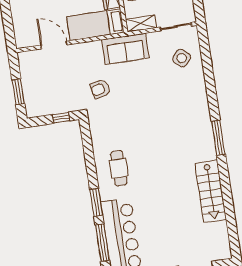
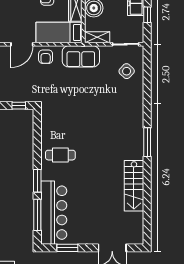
door: (54, 45) -> (22, 44), swing flipped
armchair: (100, 89) -> (46, 57), moved, turned -77
cafe table: (119, 168) -> (60, 155), turned 90

